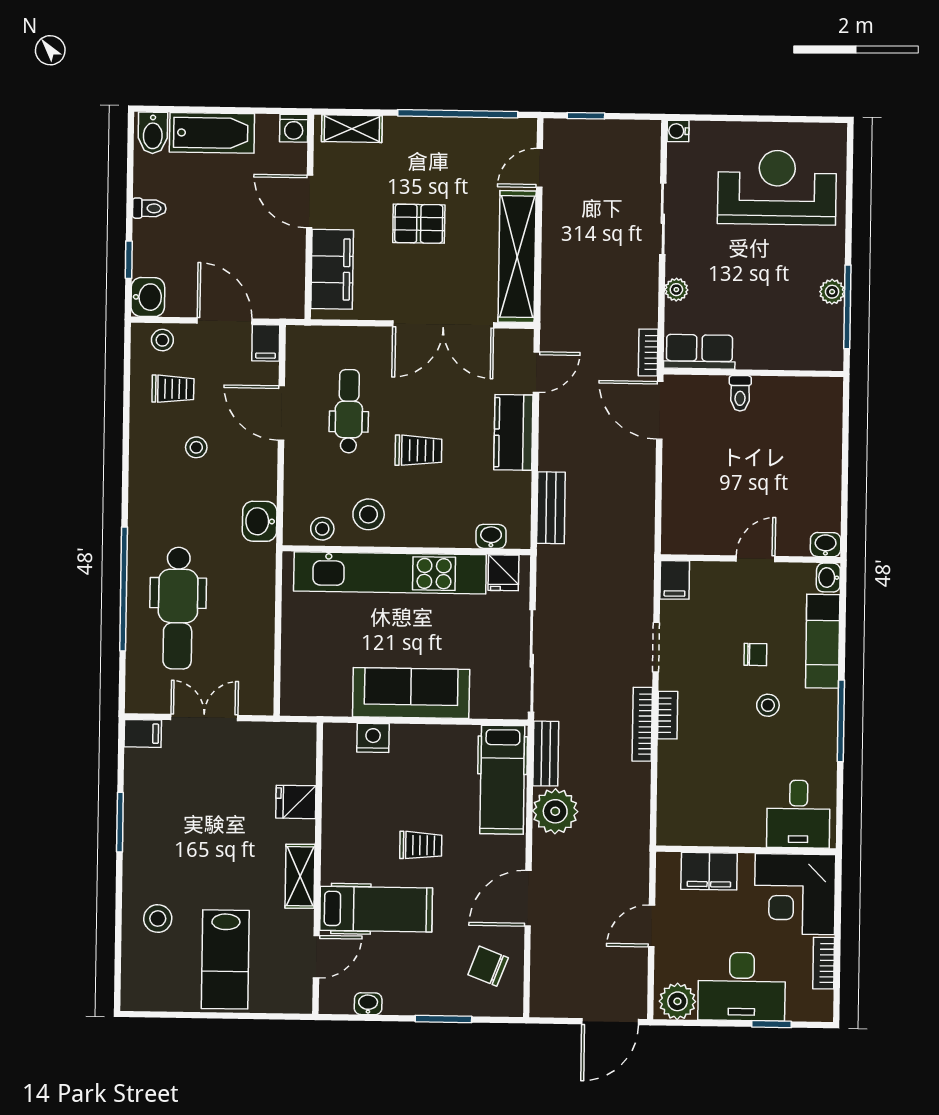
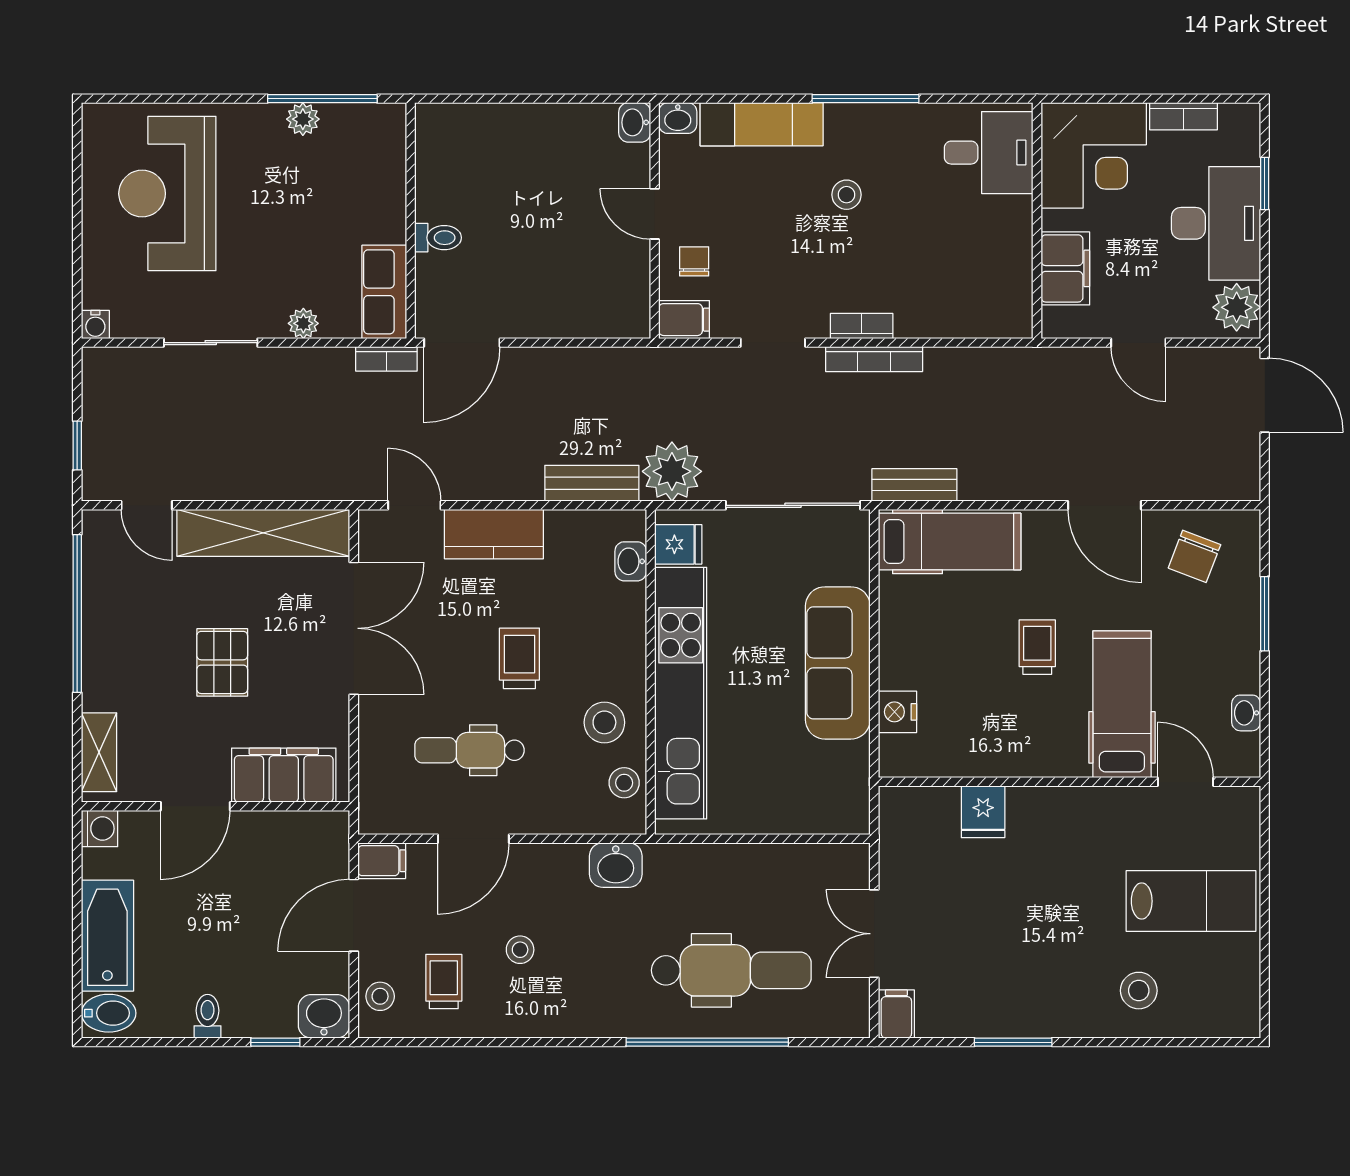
chair: (755, 654) -> (694, 261), moved
plant: (555, 811) -> (672, 471), moved
shelving: (300, 876) -> (1080, 805), removed

